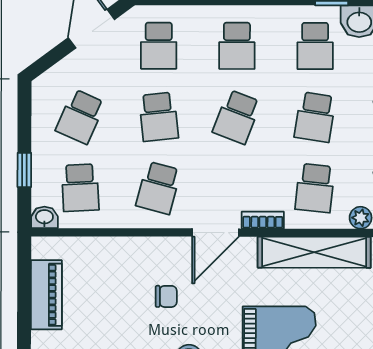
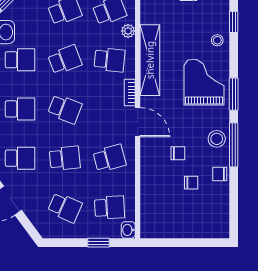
school desk: (315, 117) -> (65, 60), turned -30
school desk: (158, 188) -> (110, 158), turned -30
piano: (46, 295) -> (177, 229), removed
chair: (166, 296) -> (178, 153), turned 90
chair: (119, 317) -> (191, 183), added

